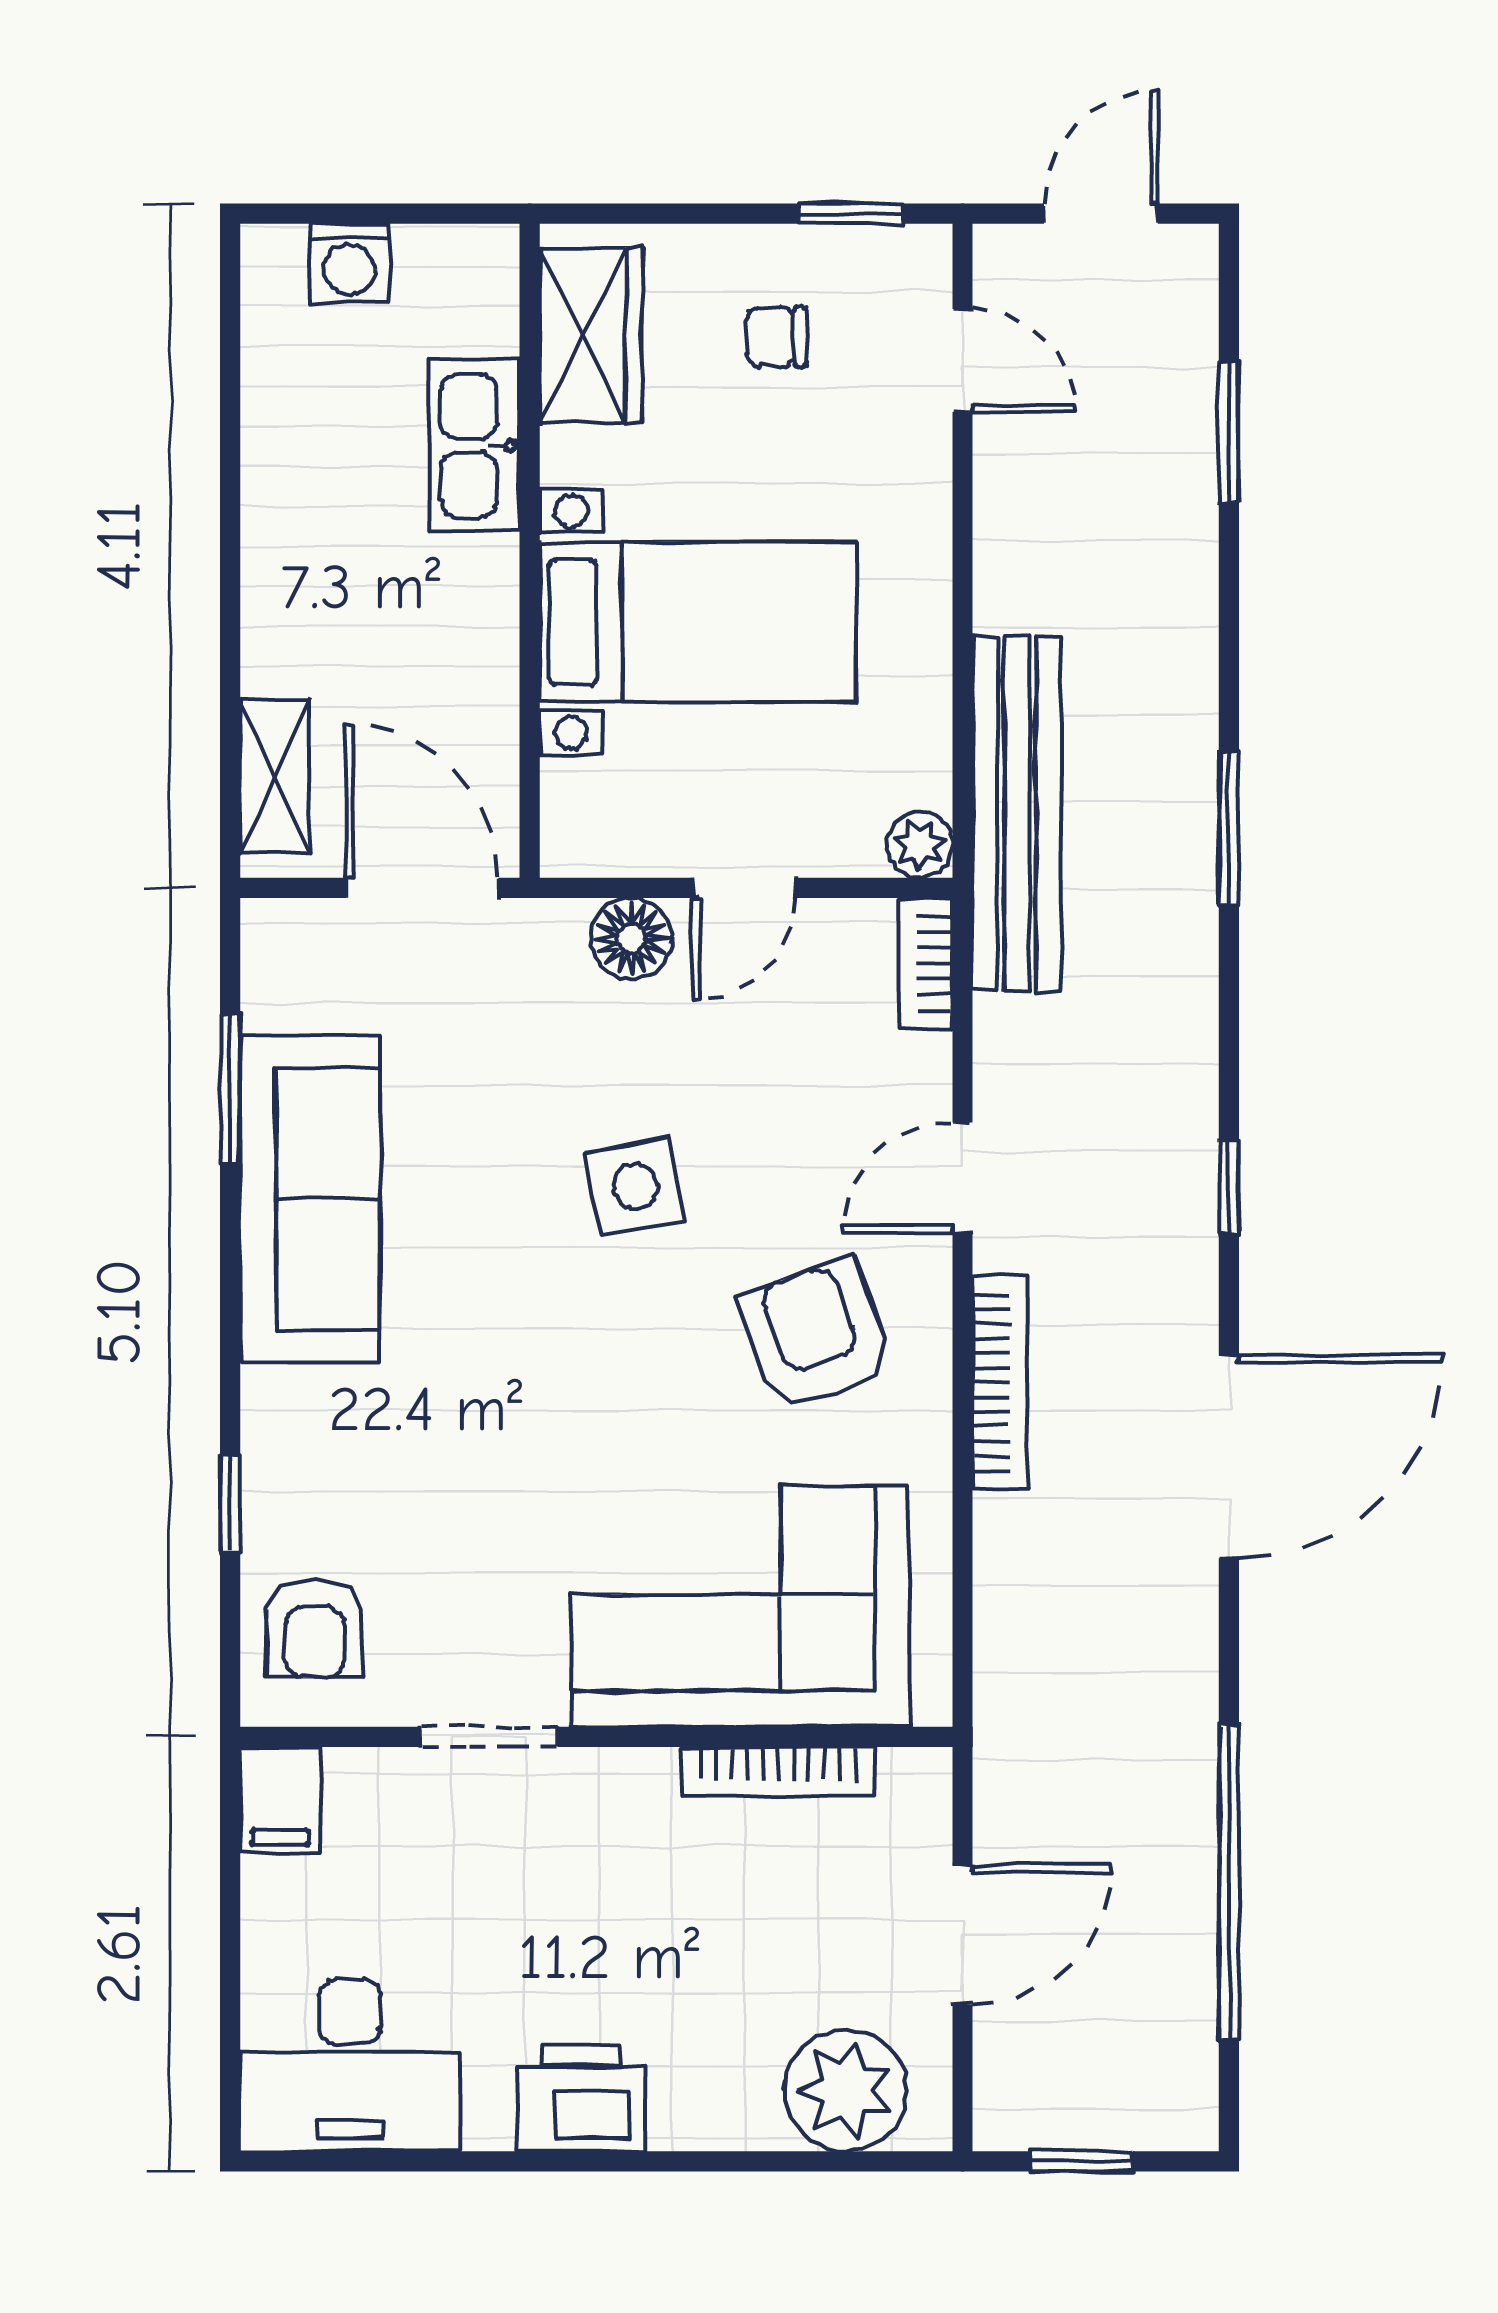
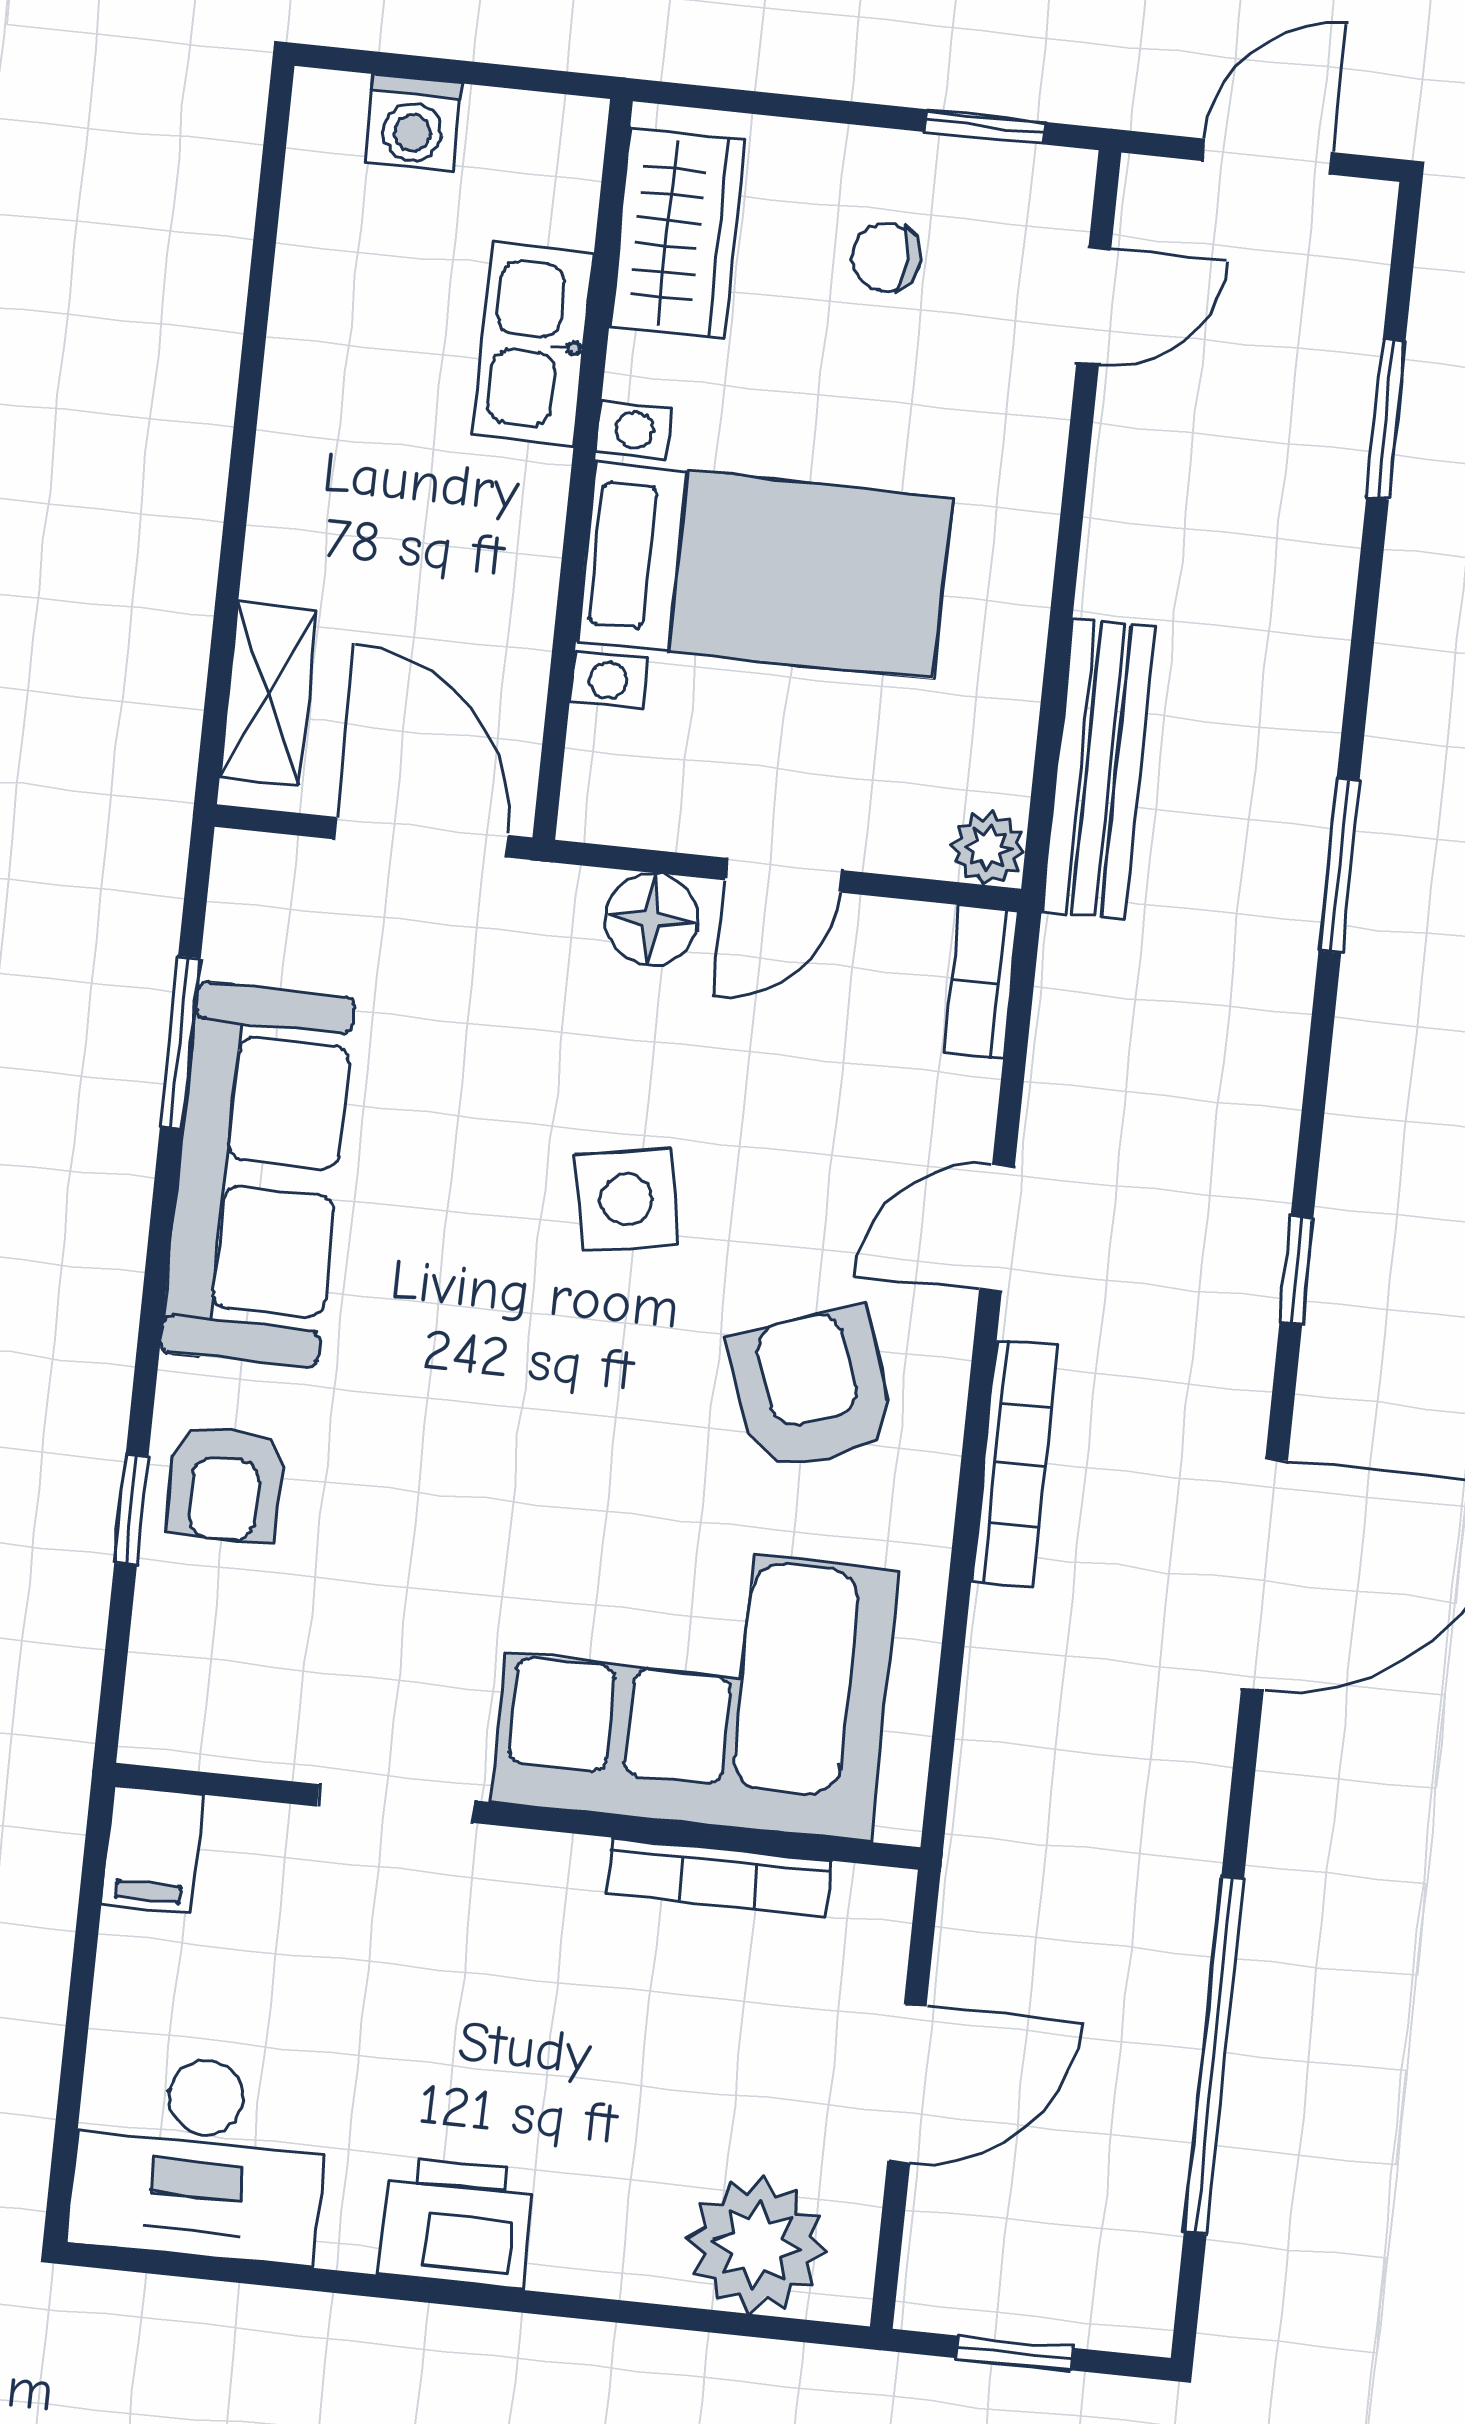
door: (962, 360) -> (1094, 306), hinge flipped
bench: (1017, 814) -> (1098, 769), width x0.73, depth x0.82
armchair: (315, 1629) -> (225, 1484), moved

